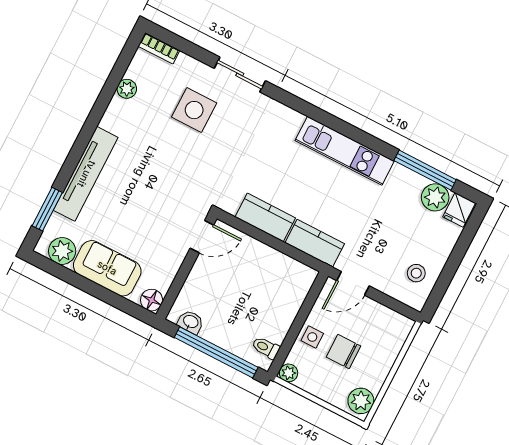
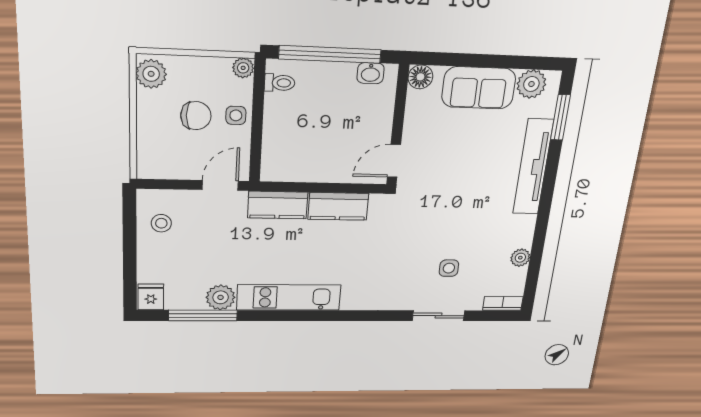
sliding door: (240, 75) -> (438, 316), moved
side table: (194, 110) -> (449, 268), width x0.54, depth x0.54
plant: (435, 197) -> (221, 297), moved

